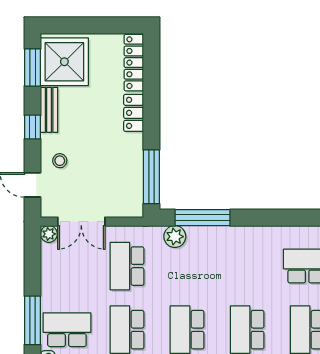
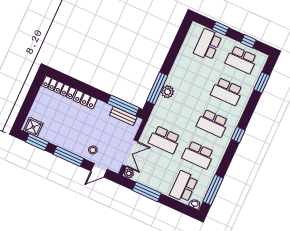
shower: (64, 62) -> (33, 127), width x0.54, depth x0.54
bench: (49, 110) -> (123, 116), moved
window: (32, 127) -> (69, 156), width x2.17
plant: (175, 237) -> (167, 92), moved
window: (32, 320) -> (147, 192), moved

